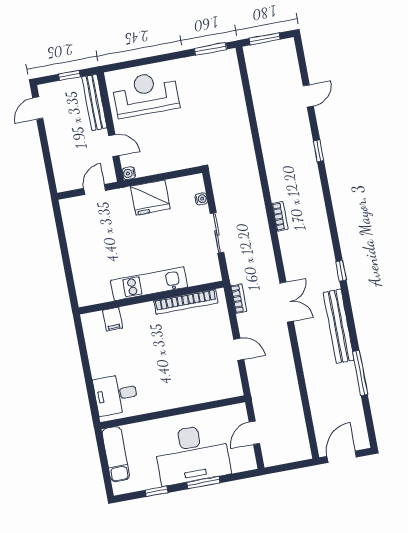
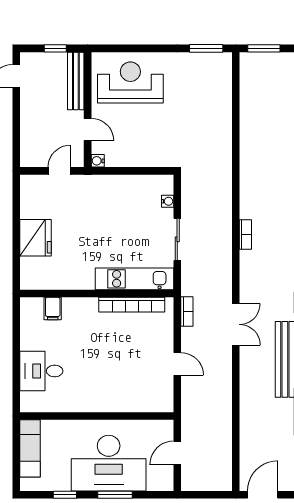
fridge: (150, 198) -> (36, 238), moved, turned -90
kitchen unit: (149, 284) -> (135, 279), moved
desk: (116, 395) -> (41, 371), moved

